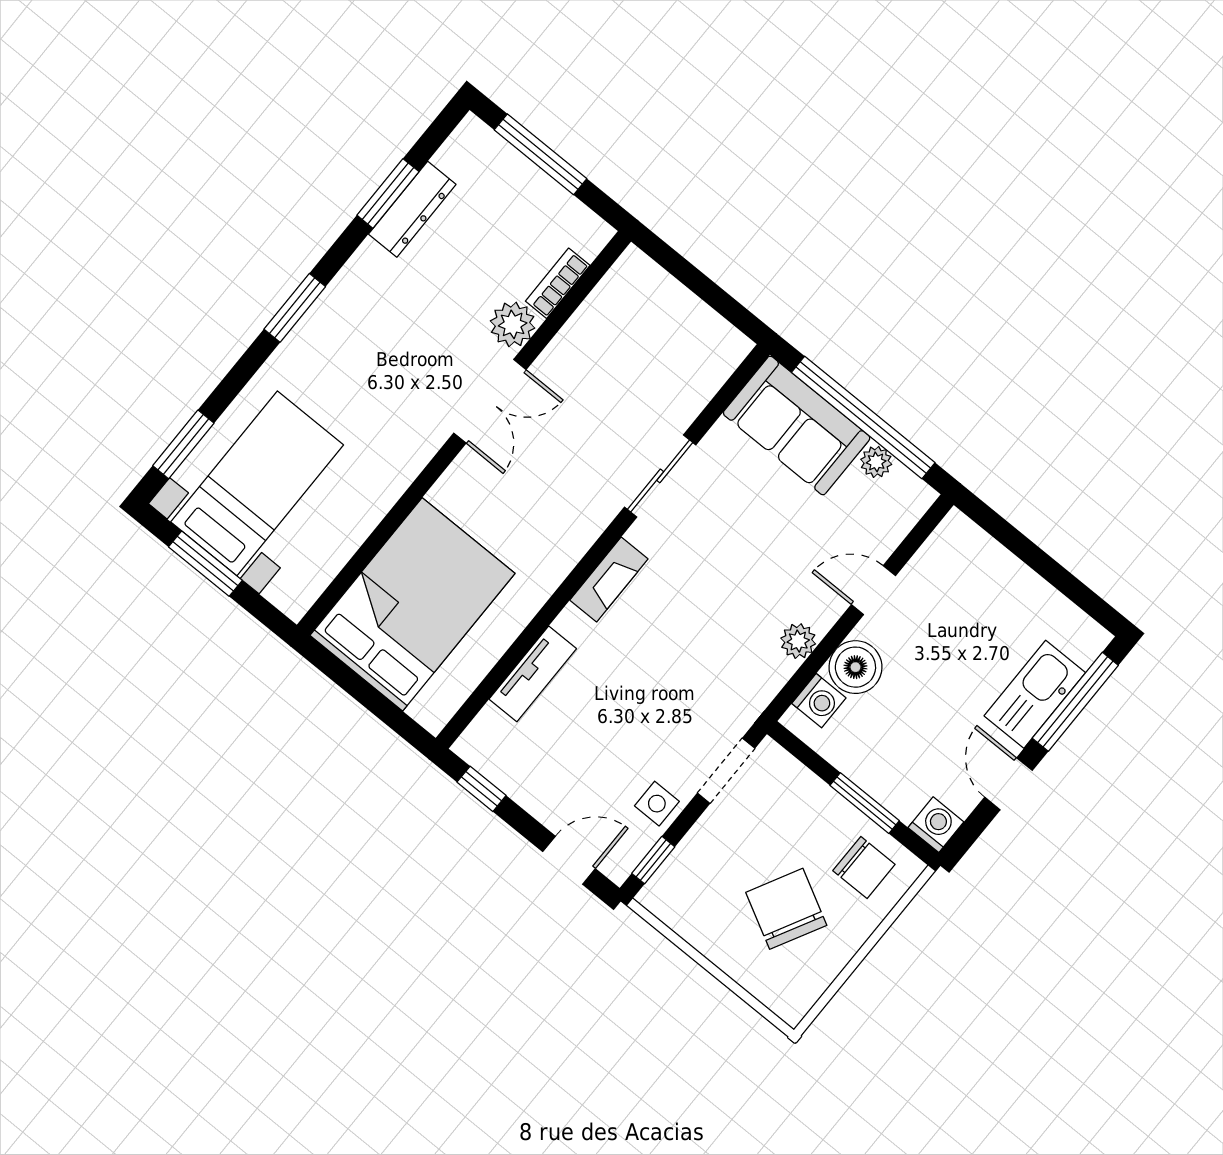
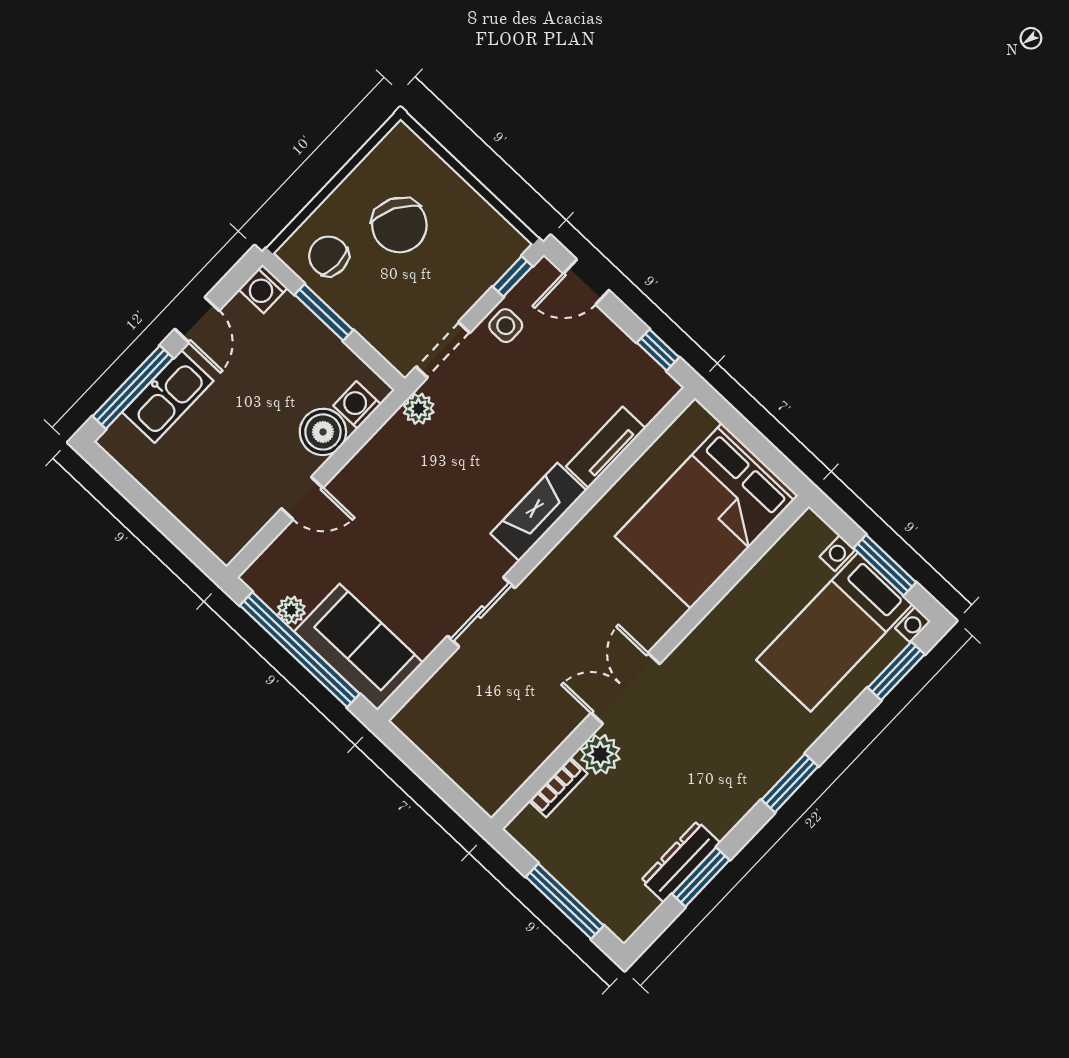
fireplace: (609, 579) -> (538, 512), width x1.37, depth x1.32
plant: (798, 641) -> (419, 409), moved

